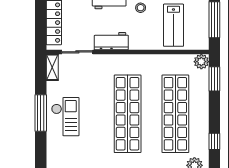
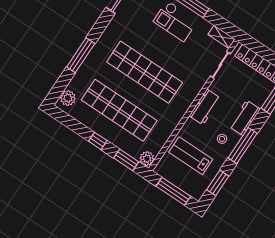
workbench: (111, 41) -> (205, 107), moved
window: (214, 141) -> (98, 141), moved

